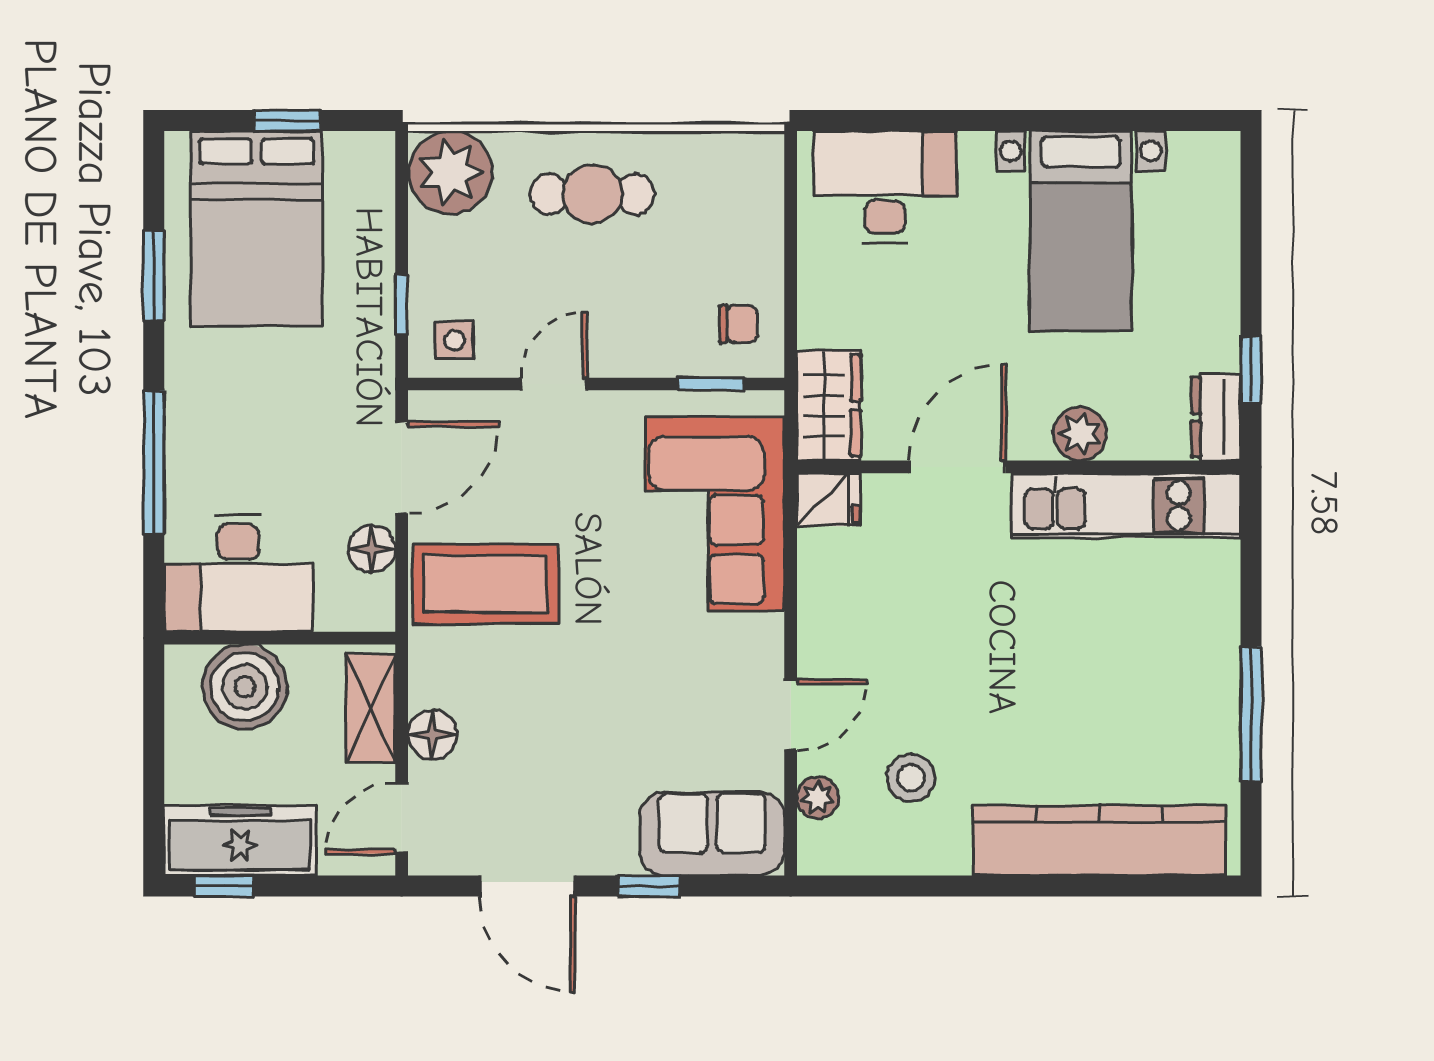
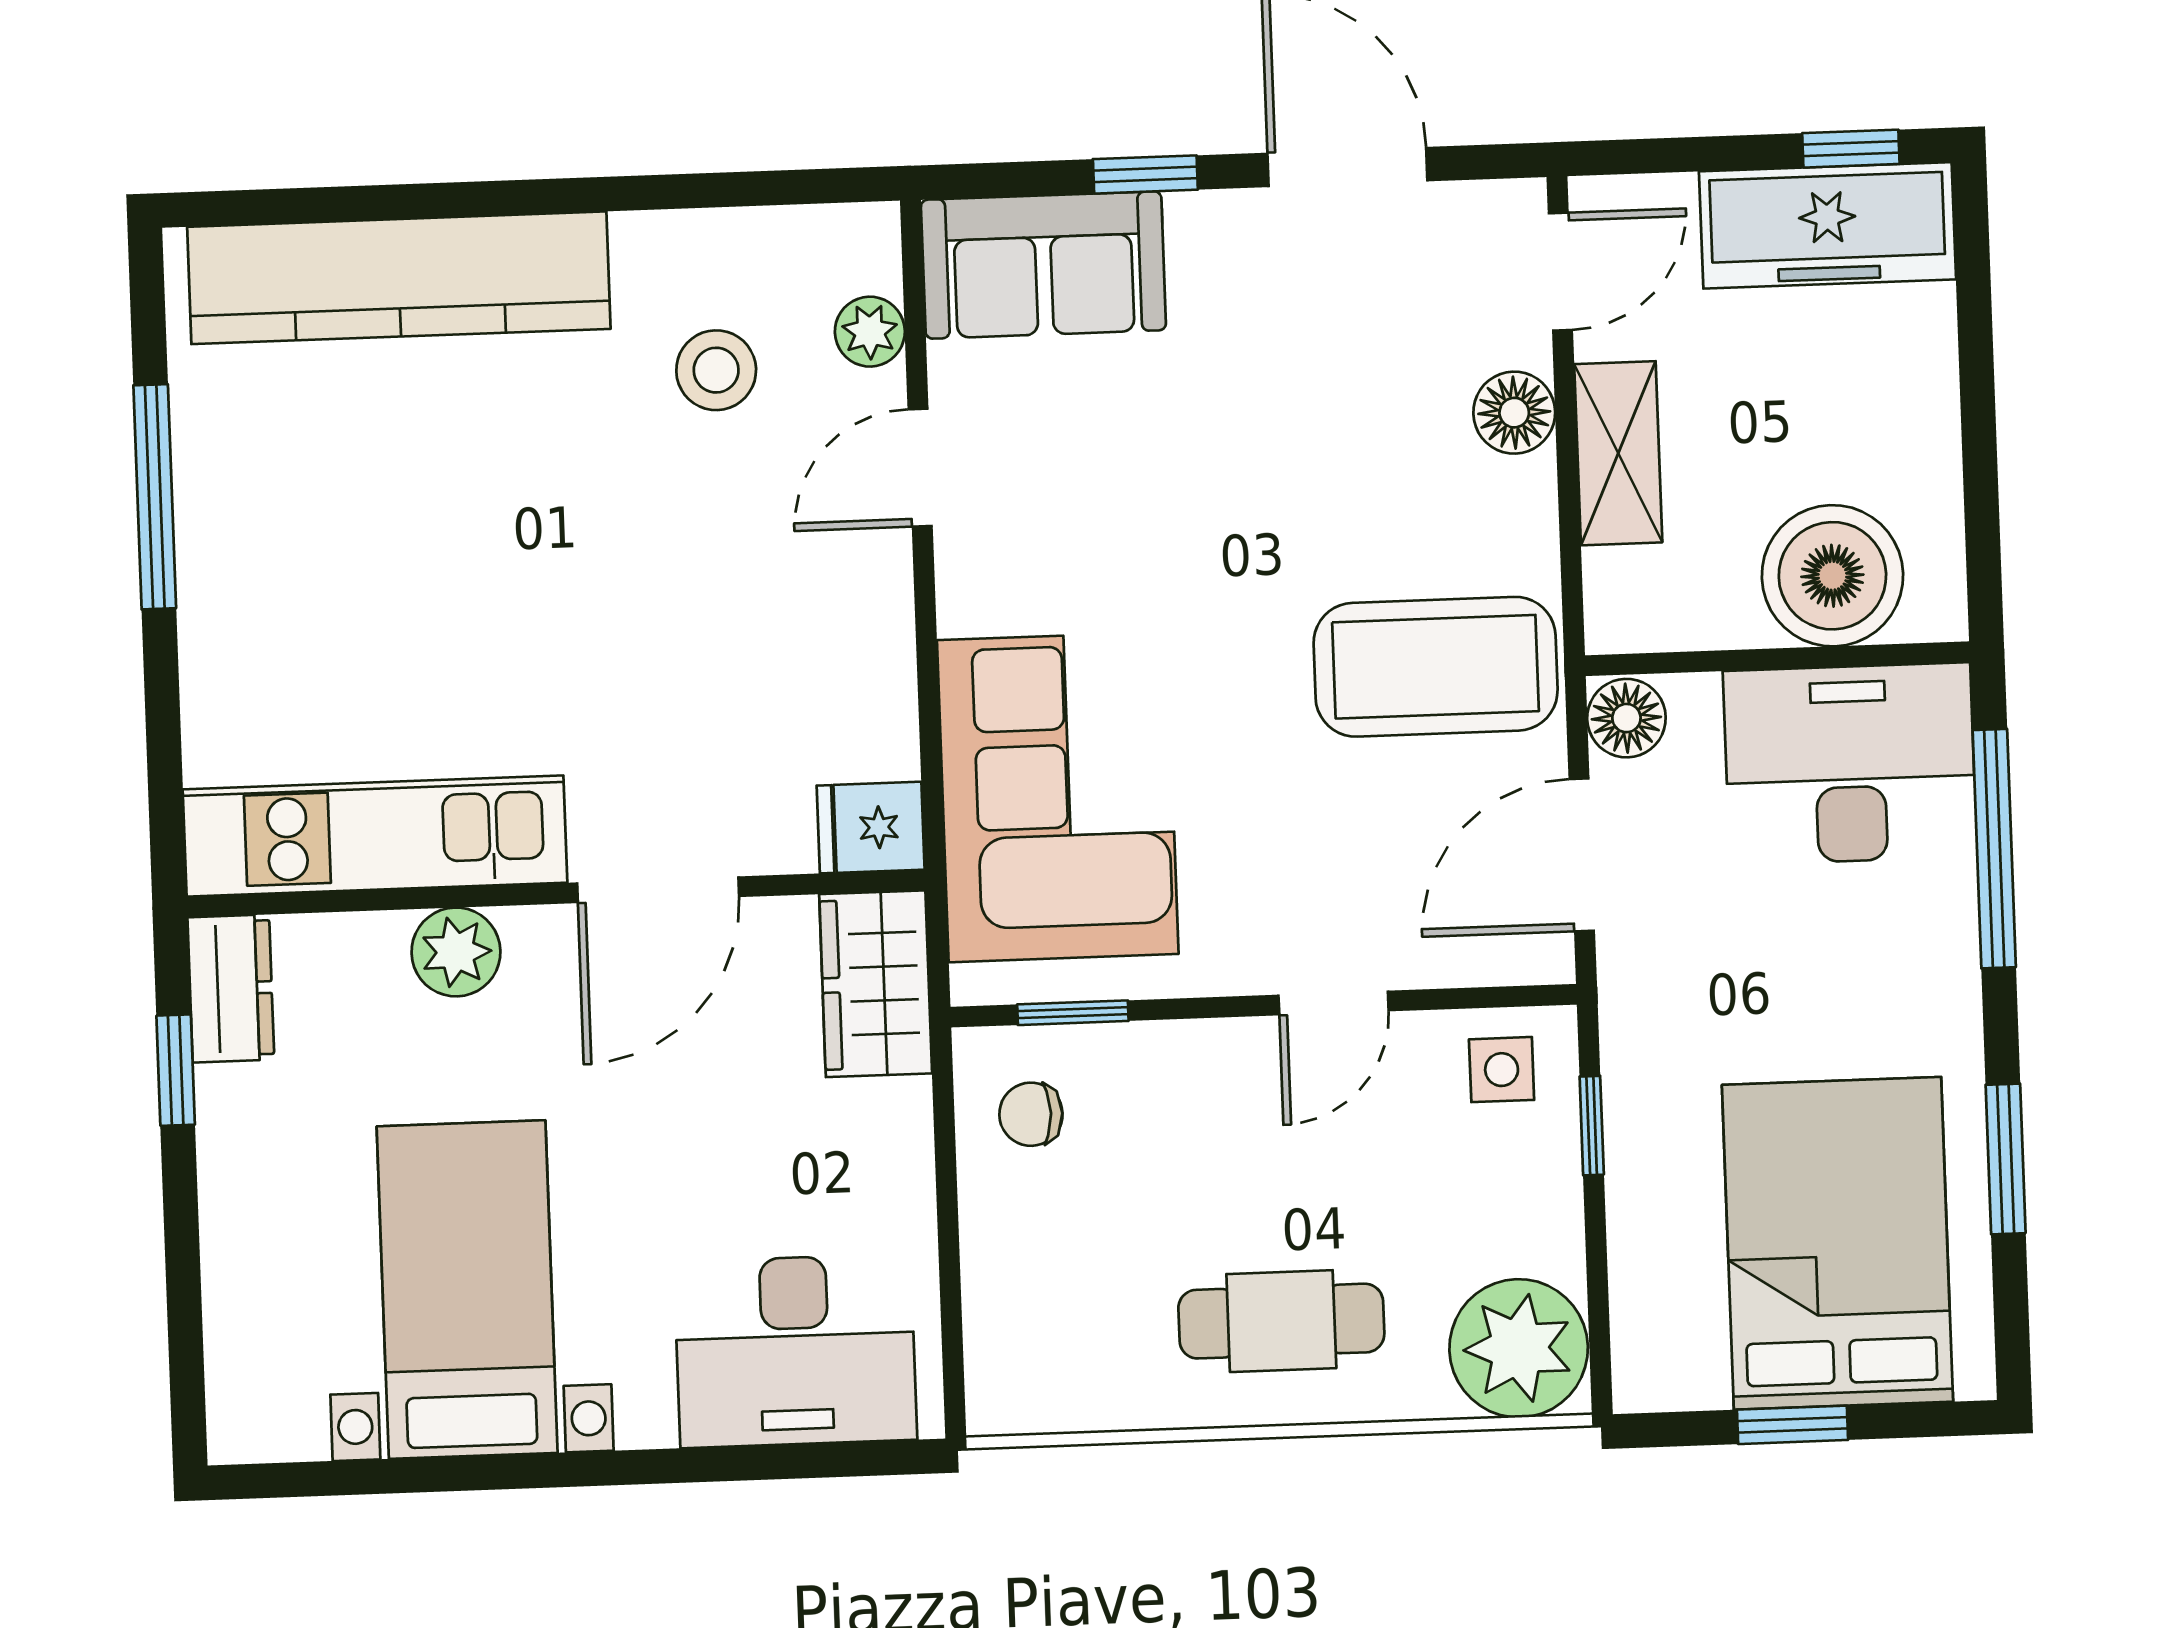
desk: (238, 573) -> (1850, 764), moved
wall: (280, 638) -> (1777, 659), moved
boiler: (245, 687) -> (1832, 576), moved

